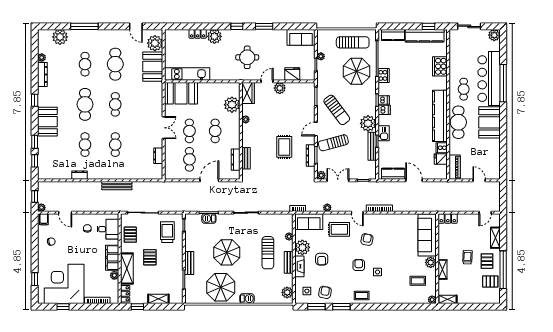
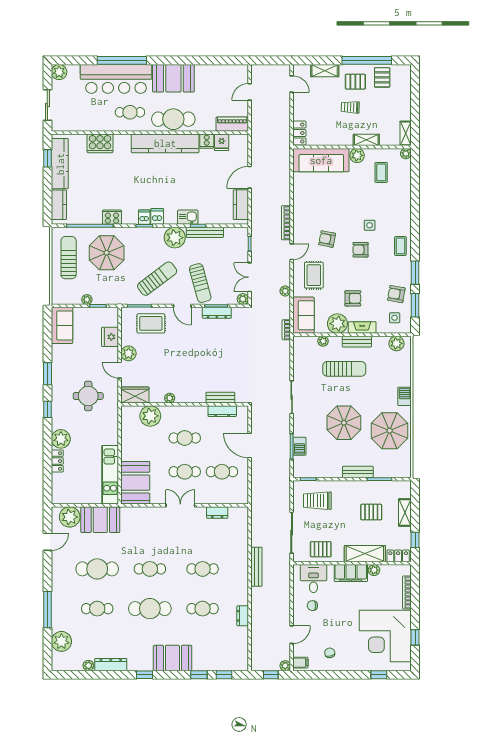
rug: (284, 147) -> (151, 323), moved
pallet: (150, 257) -> (371, 512), moved

